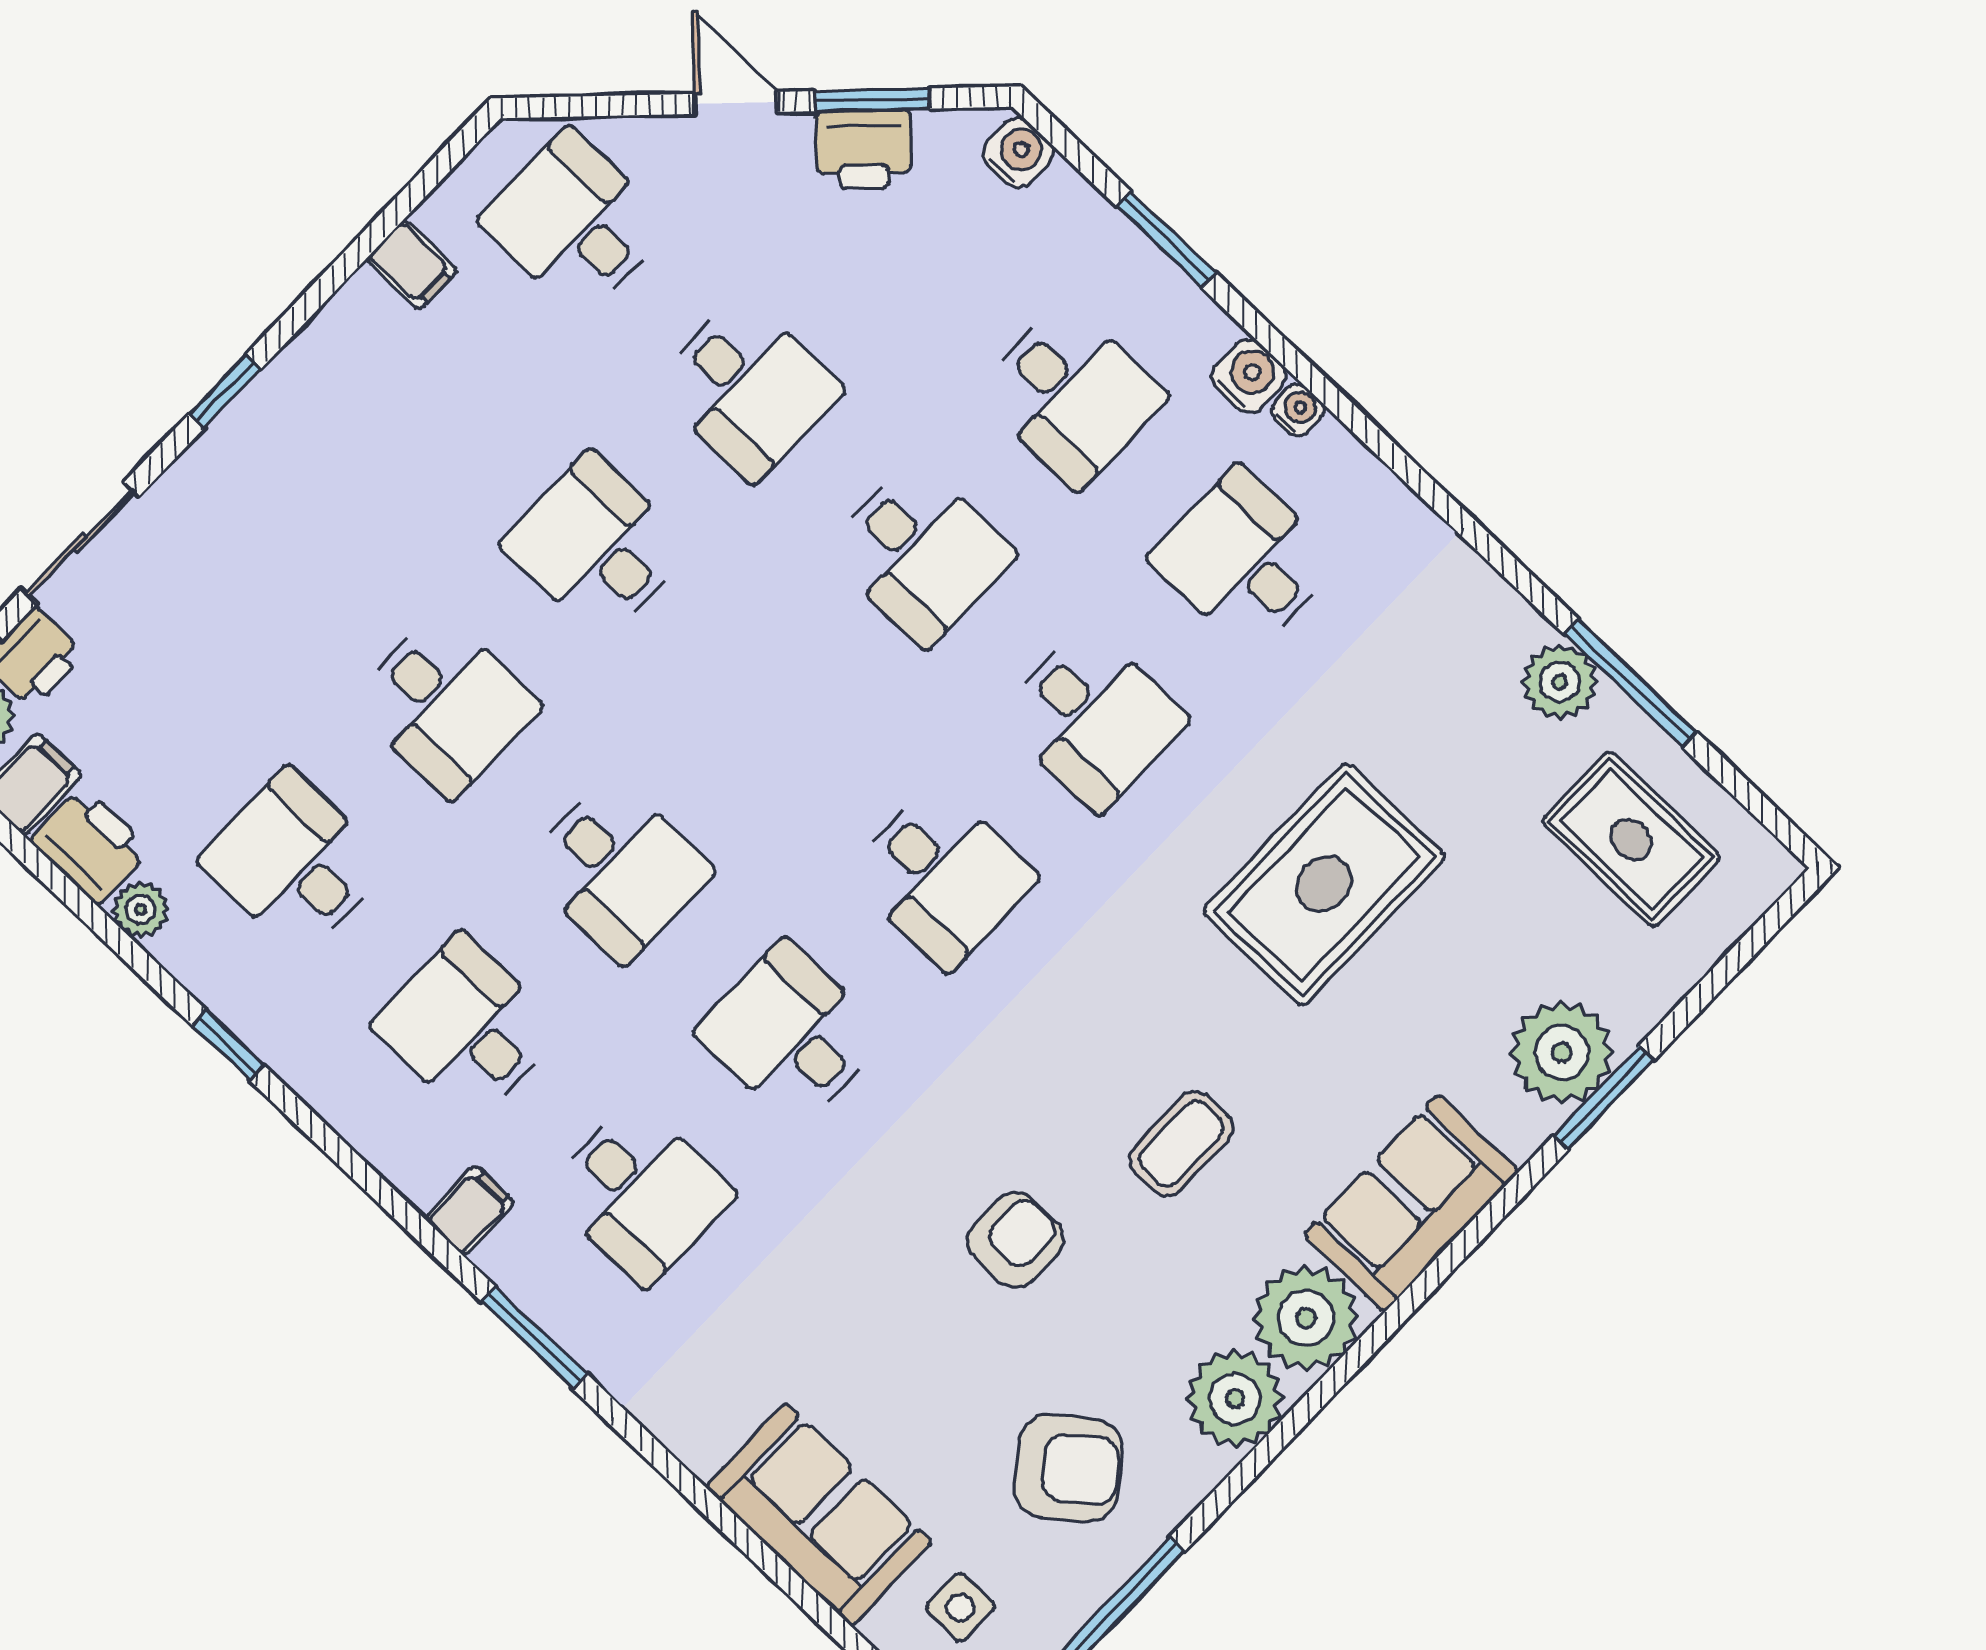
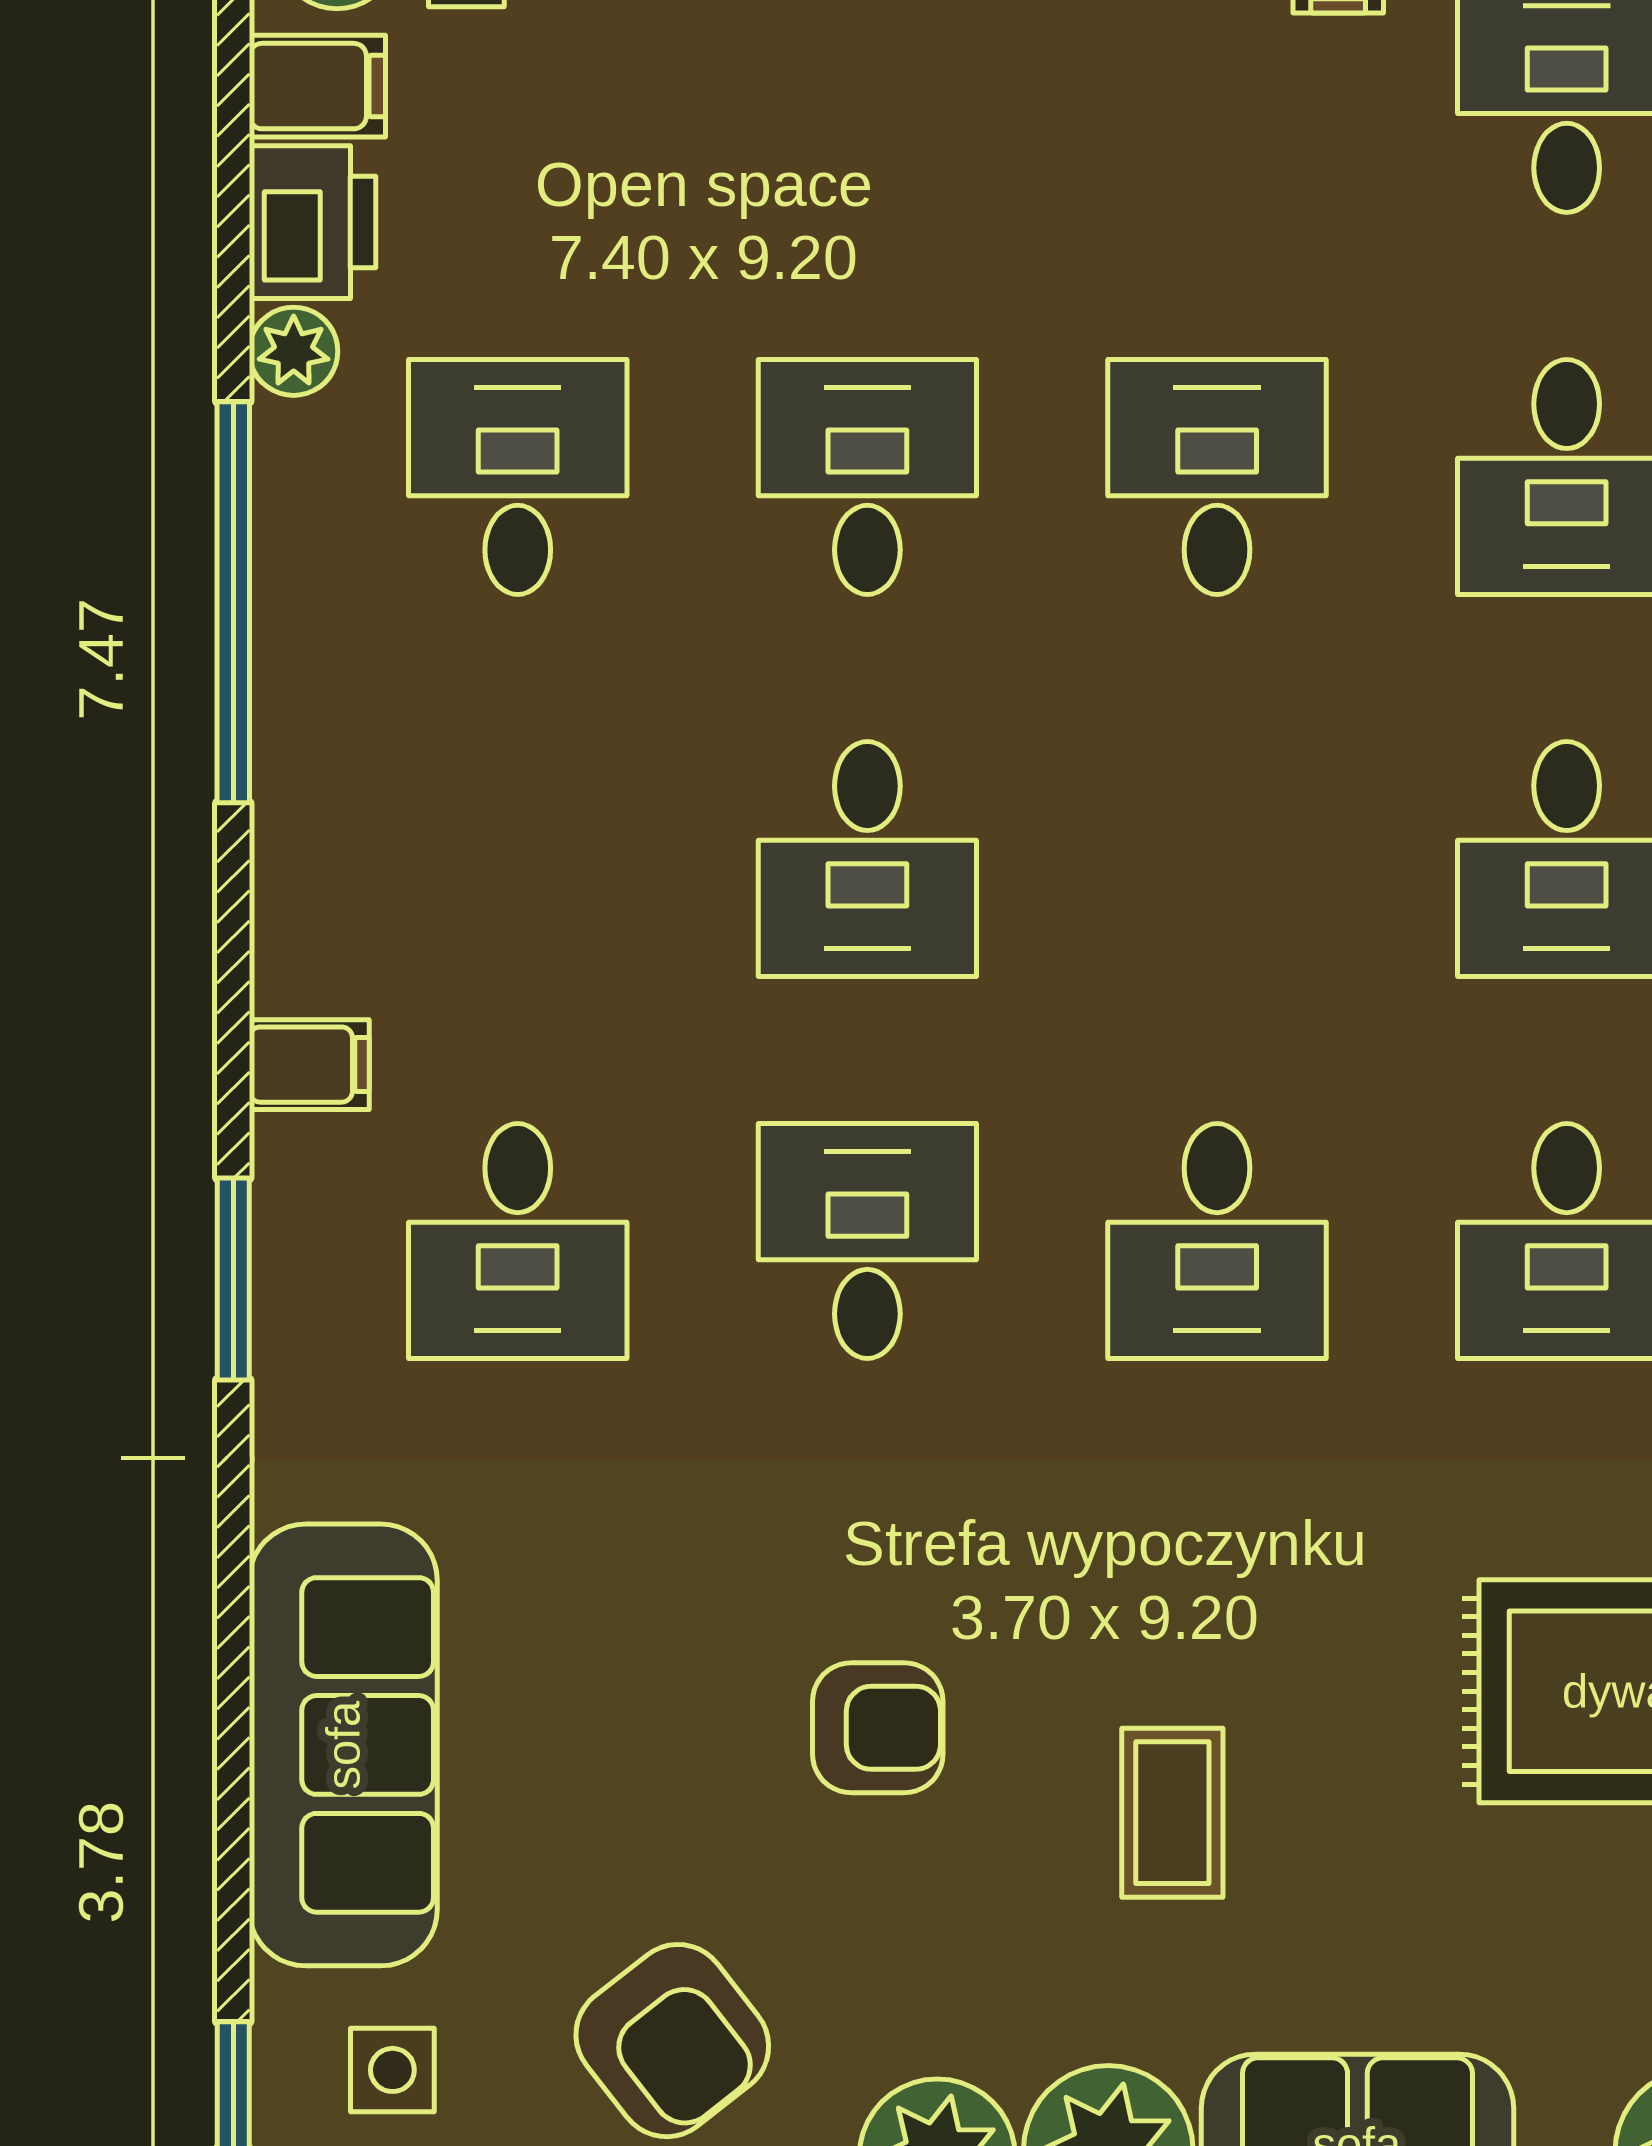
desk: (445, 704) -> (867, 477), turned 180
desk: (467, 1027) -> (518, 859), removed
window: (228, 1045) -> (233, 602), width x3.17
coffee table: (1181, 1144) -> (1172, 1813), turned 90
sofa: (819, 1515) -> (343, 1745), width x1.36

